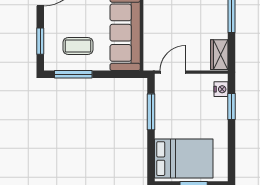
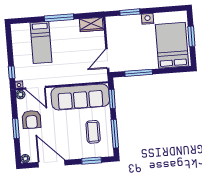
door: (173, 72) -> (107, 59), hinge flipped
window: (119, 74) -> (112, 99), added
nightstand: (221, 89) -> (148, 19), moved

